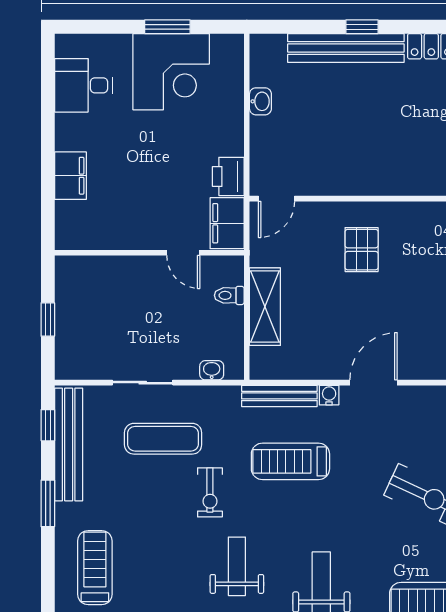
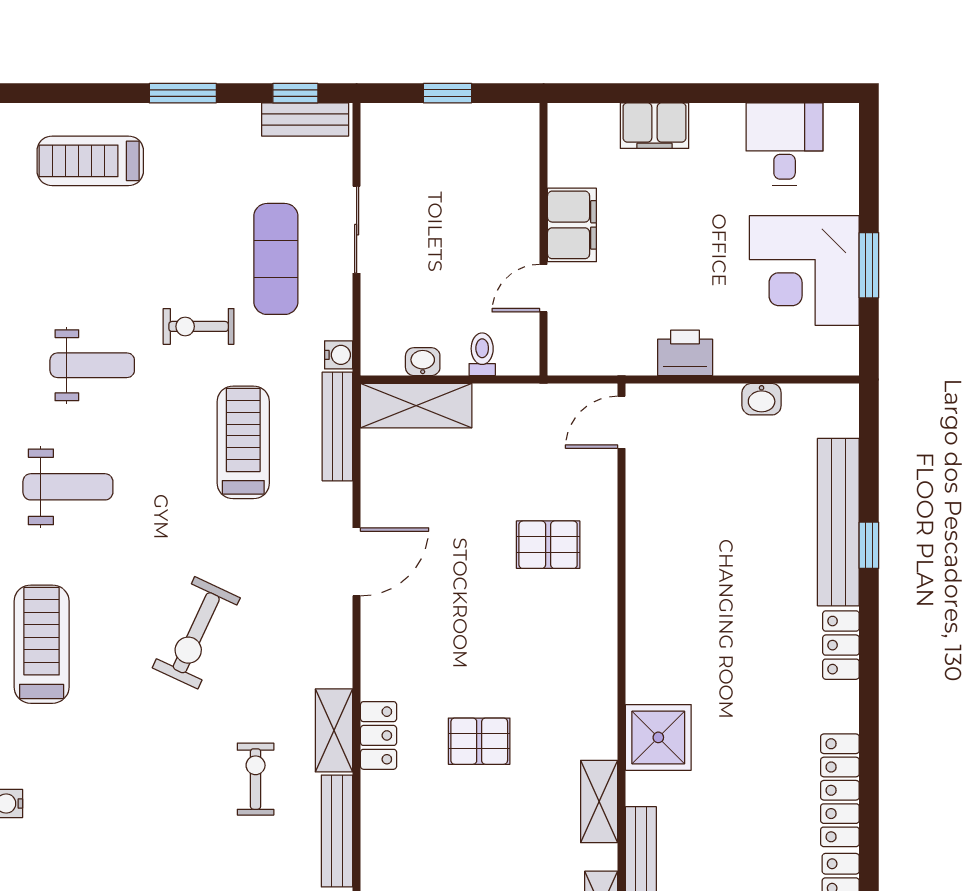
printer: (228, 176) -> (685, 353), moved
door: (276, 199) -> (622, 422), hinge flipped
filing cabinet: (227, 223) -> (572, 225), moved, turned 90
shelving: (265, 307) -> (416, 406), moved
washbasin: (212, 370) -> (423, 362), moved, turned -90
door: (373, 383) -> (357, 562), hinge flipped
water cooler: (329, 395) -> (339, 355), moved
bench: (69, 444) -> (305, 119), width x0.54, depth x0.82
treadmill: (95, 568) -> (90, 161), turned 180

